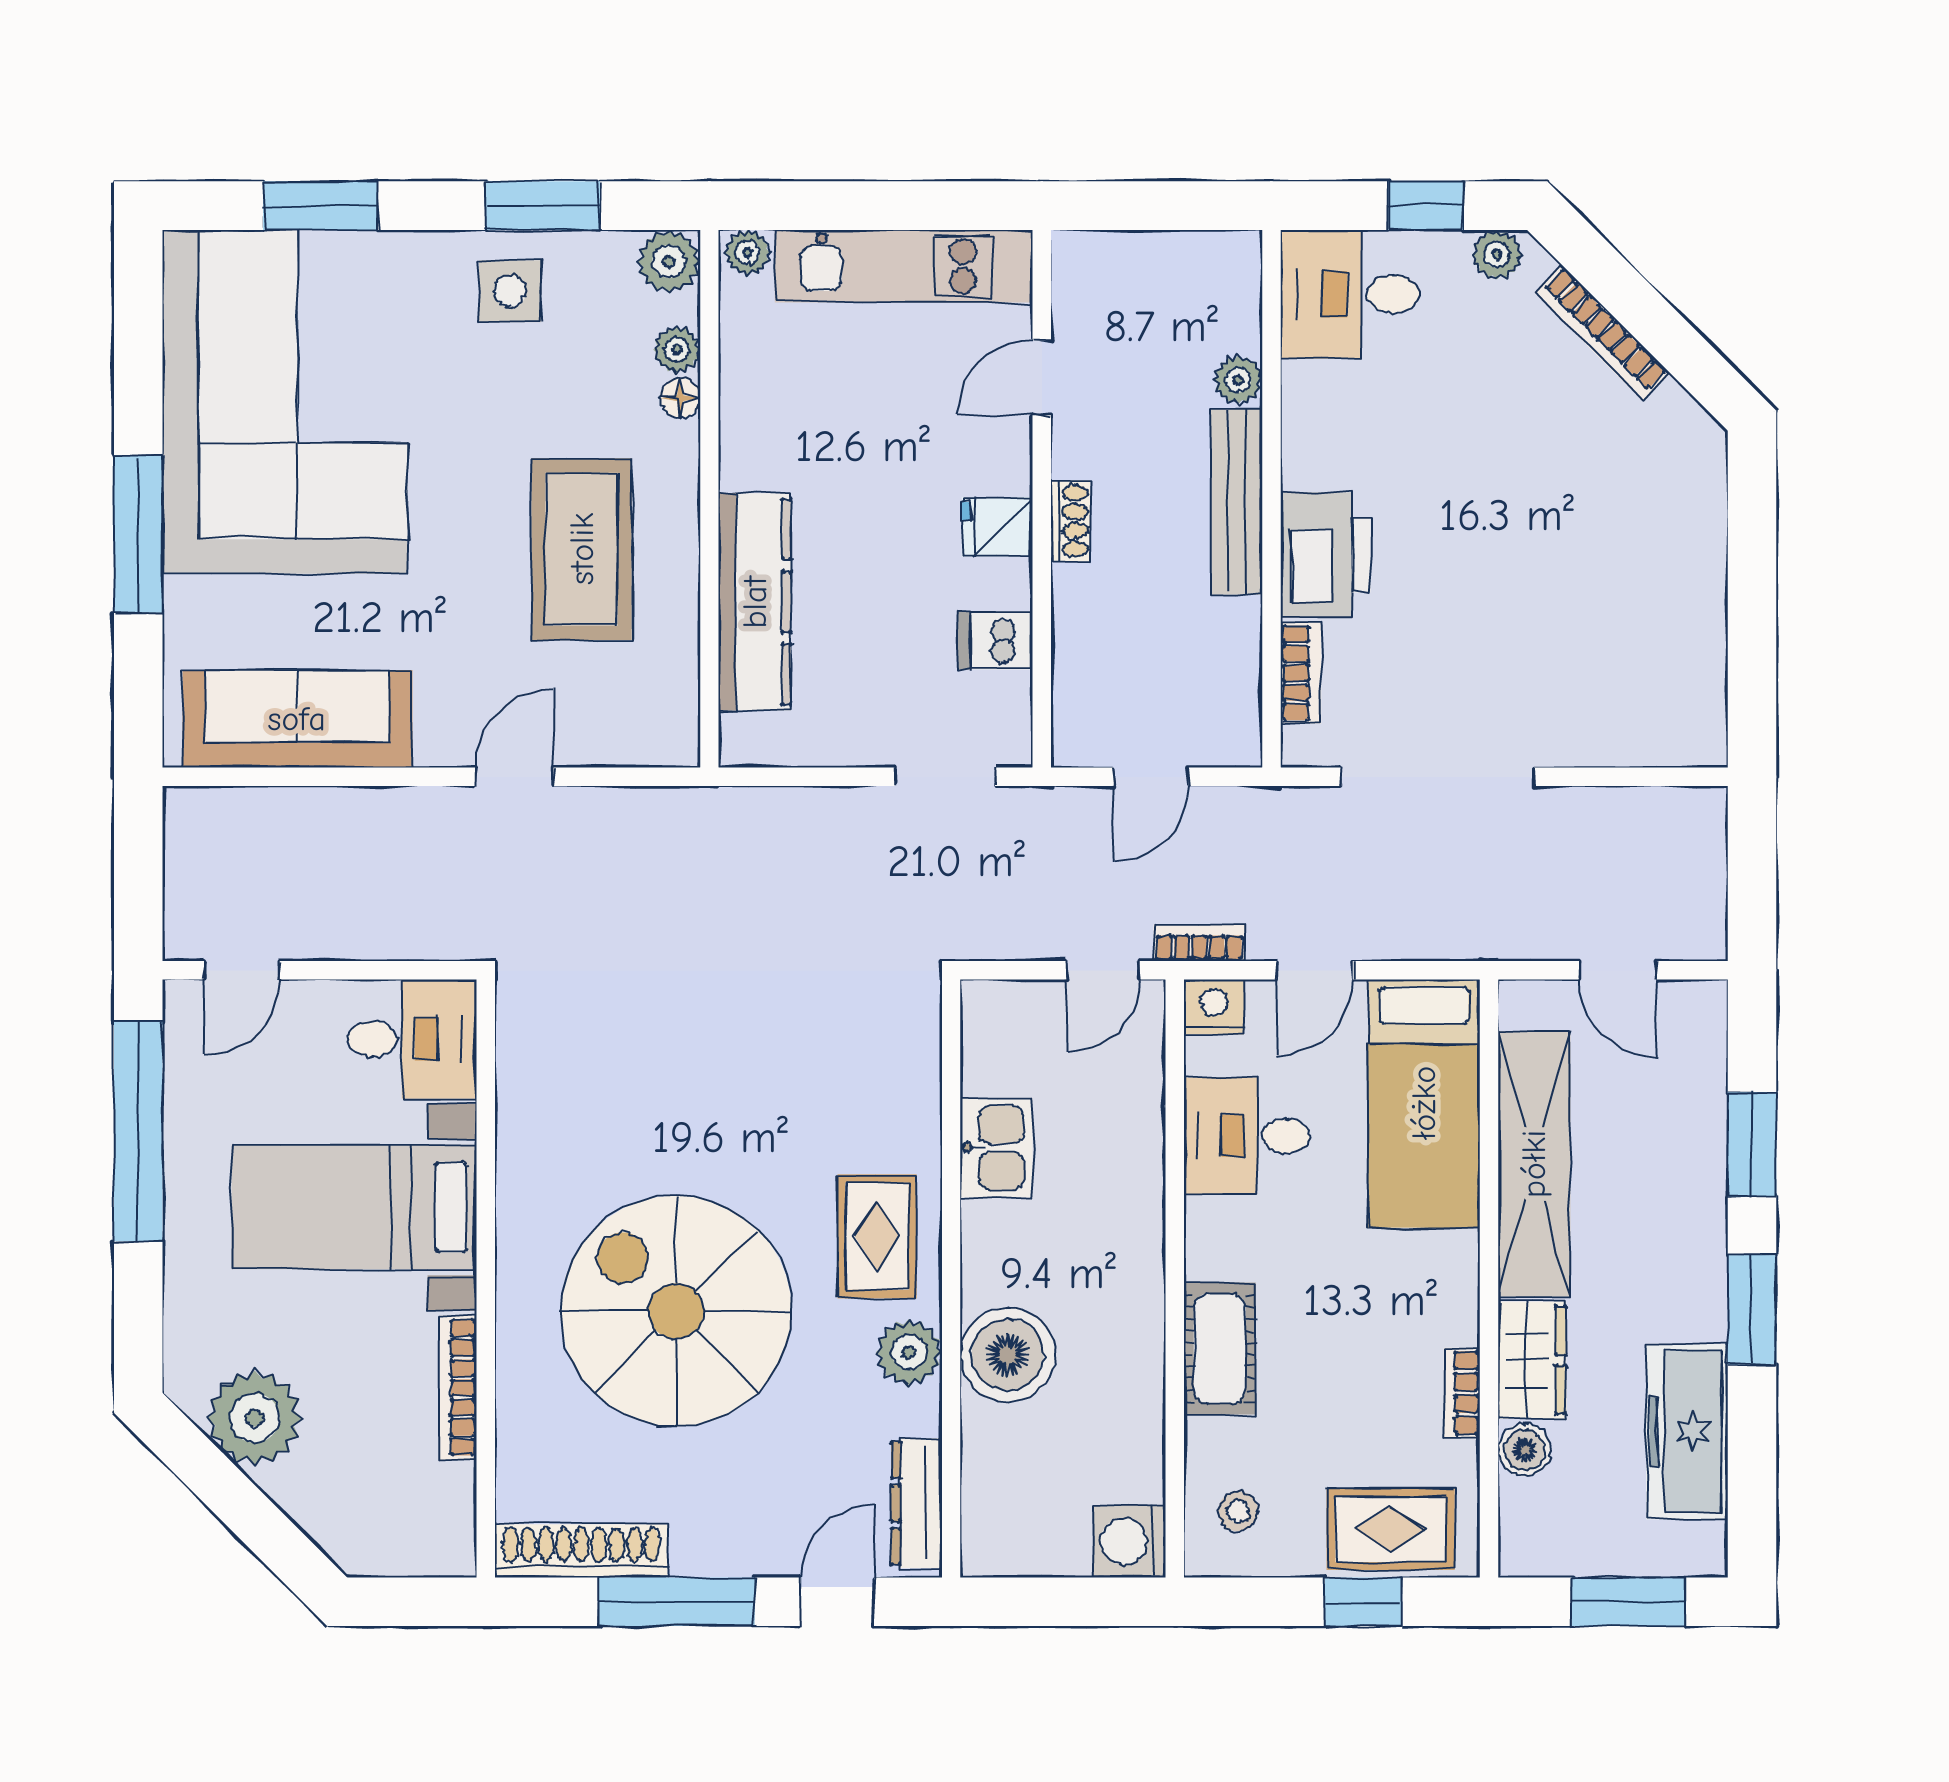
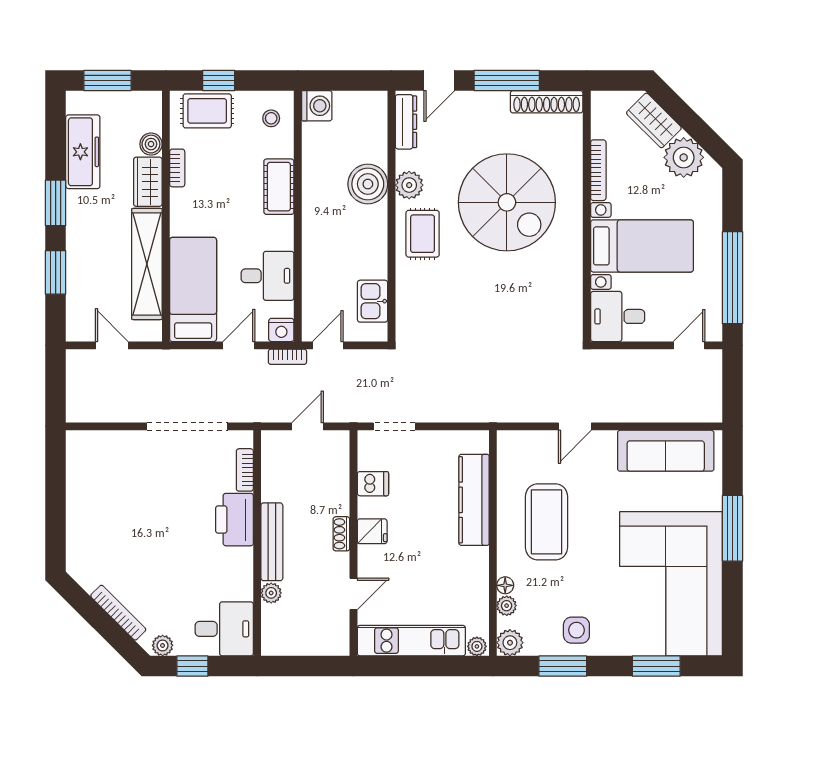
kitchen sink: (996, 1148) -> (373, 301), moved
wardrobe: (326, 1506) -> (654, 120), added

